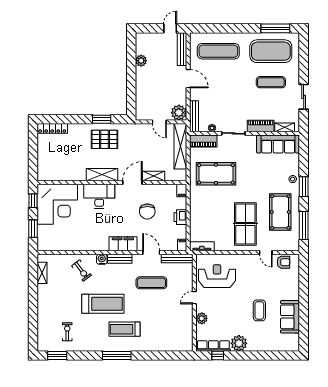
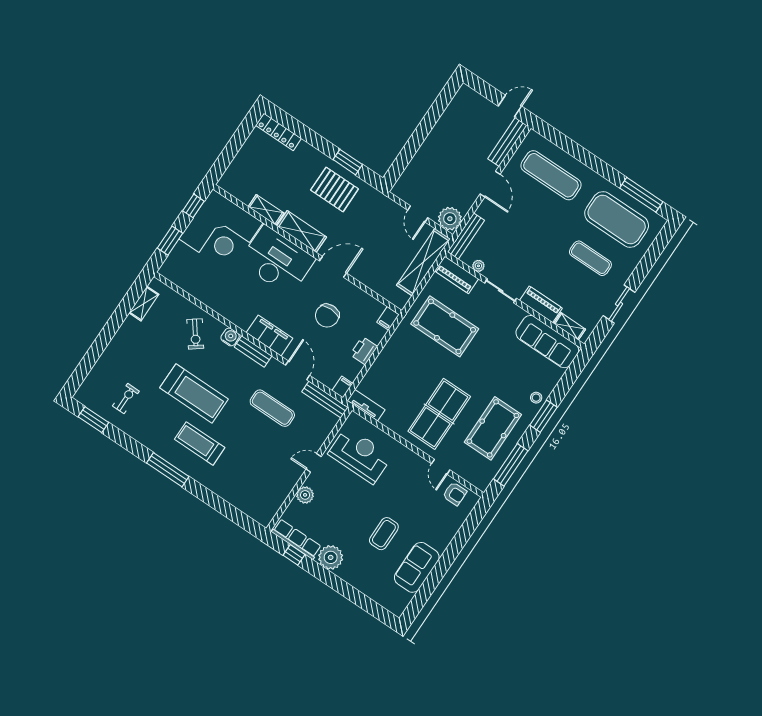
plant: (141, 61) -> (447, 122), removed
shelving: (154, 176) -> (266, 210), moved
desk: (99, 196) -> (277, 261), width x1.36, depth x1.30

